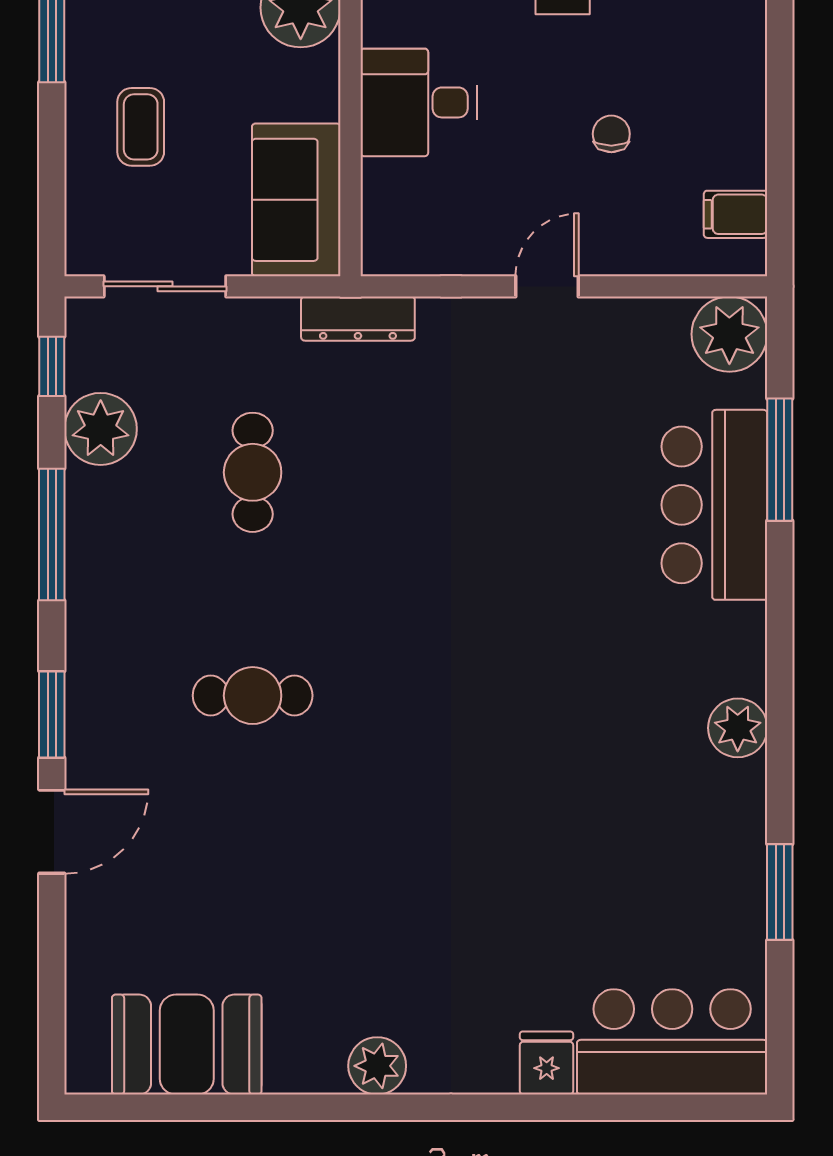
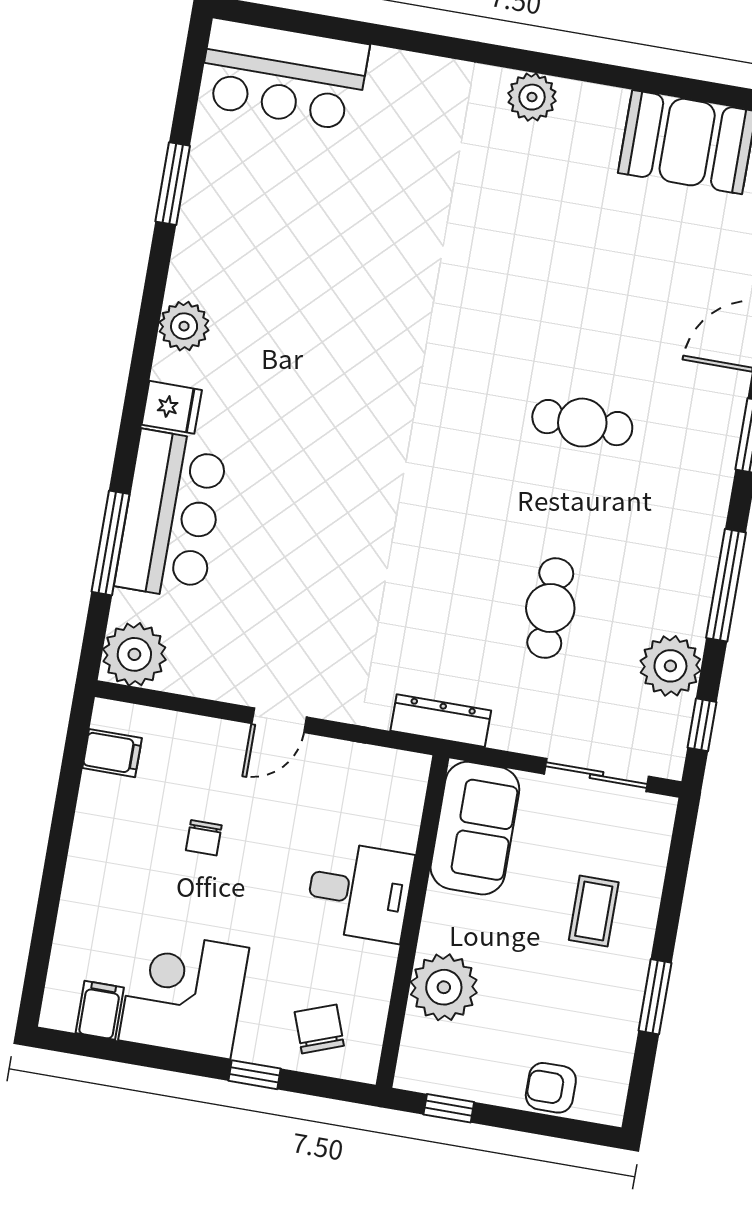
fridge: (547, 1063) -> (172, 407), moved, turned -90

